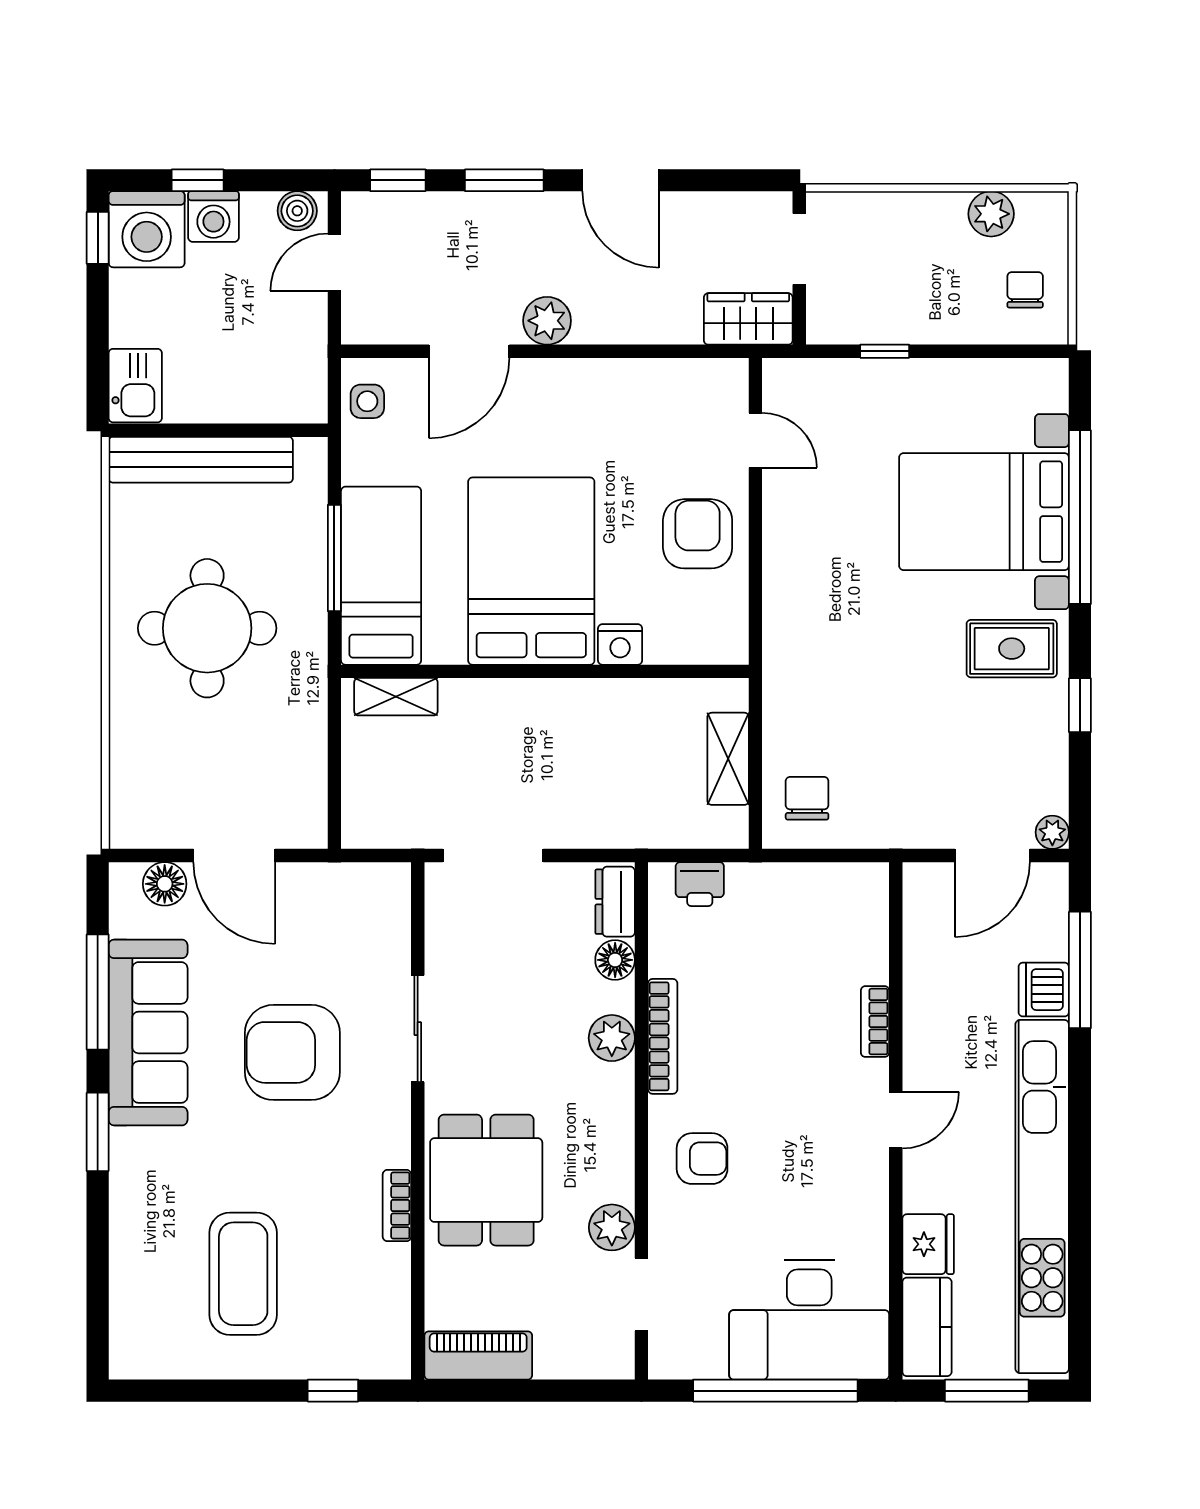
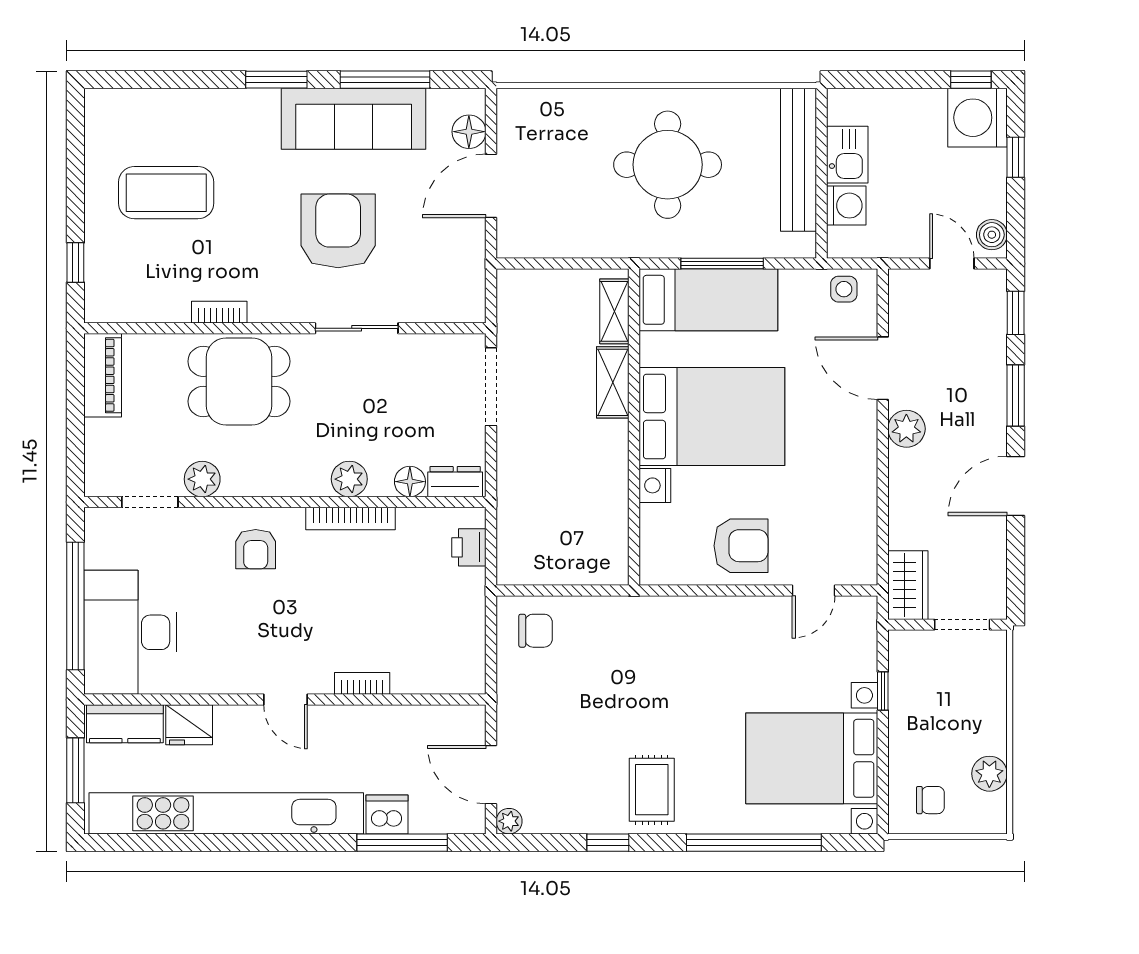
washing machine: (213, 217) -> (846, 206), moved, turned 180
kitchen sink: (135, 386) -> (847, 155), moved, turned -90
bed with nightstands: (984, 512) -> (812, 758), moved, turned -90
shelving: (728, 759) -> (613, 382), moved, turned 90

